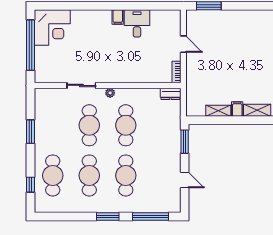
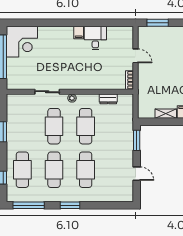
dresser: (171, 94) -> (108, 99), moved
window: (151, 217) -> (29, 205), moved

